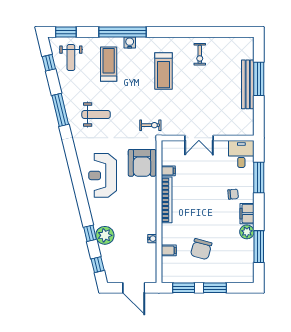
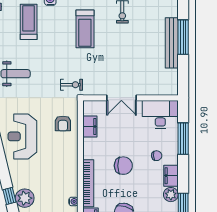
desk: (241, 154) -> (160, 114), width x1.37
armchair: (142, 163) -> (63, 123), width x0.53, depth x0.53
filing cabinet: (168, 171) -> (90, 126), width x2.00
bookcase: (167, 200) -> (88, 183), moved
chair: (201, 204) -> (123, 166), added

